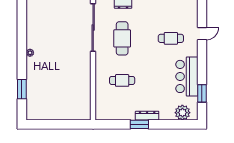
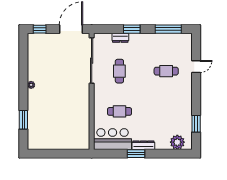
cafe table: (122, 38) -> (119, 71), width x0.73, depth x0.74
bar counter: (187, 76) -> (113, 139), moved, turned 90

